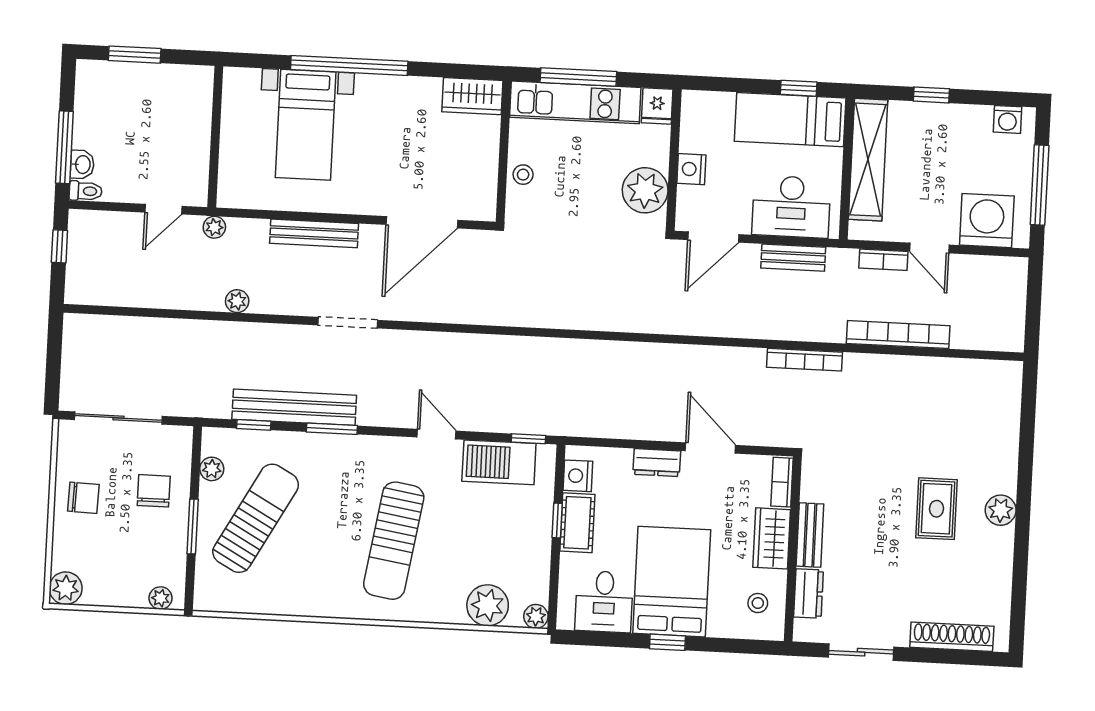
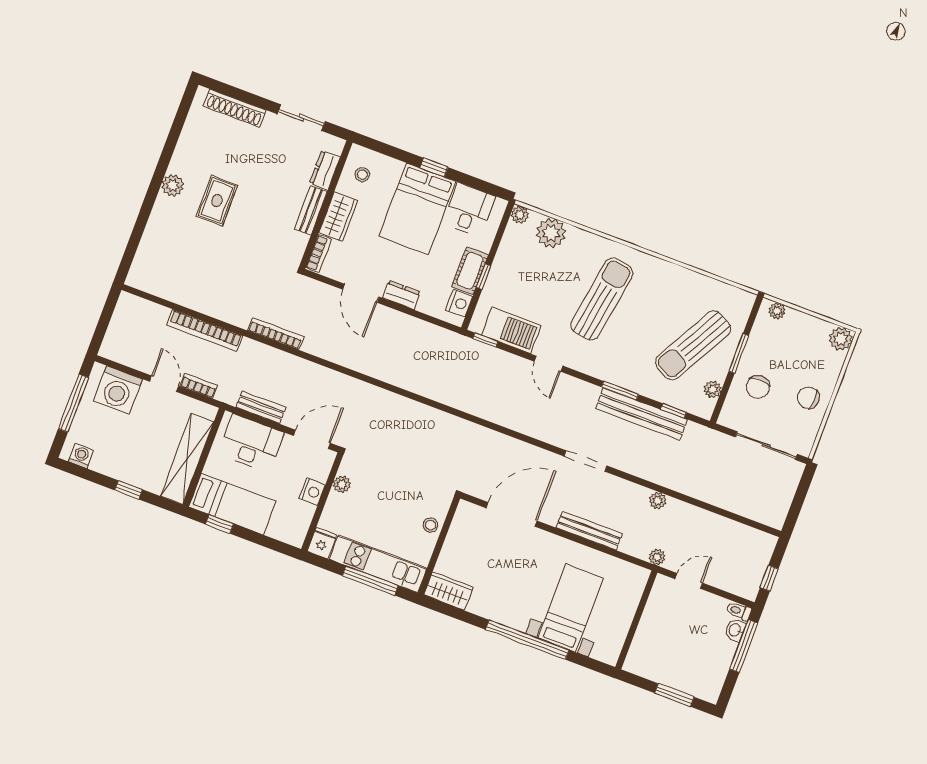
plant: (645, 190) -> (342, 484), width x0.53, depth x0.53

